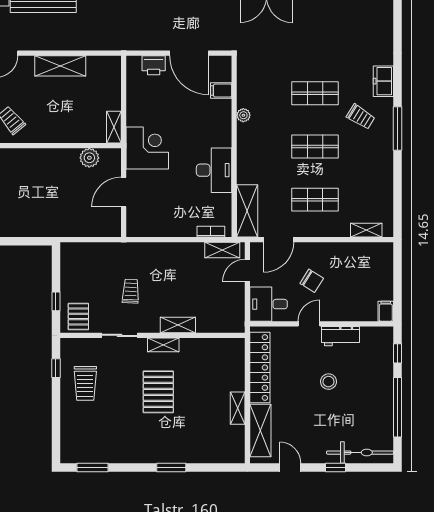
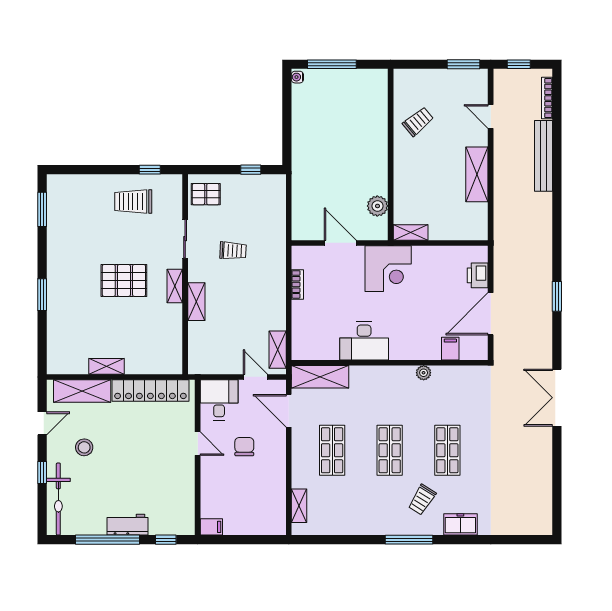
bookcase: (211, 232) -> (297, 284), moved
chair: (312, 281) -> (244, 447), turned 148
window: (56, 301) -> (251, 170), moved
workbench: (340, 336) -> (127, 525), moved, turned 90
stool: (328, 382) -> (84, 447), moved

